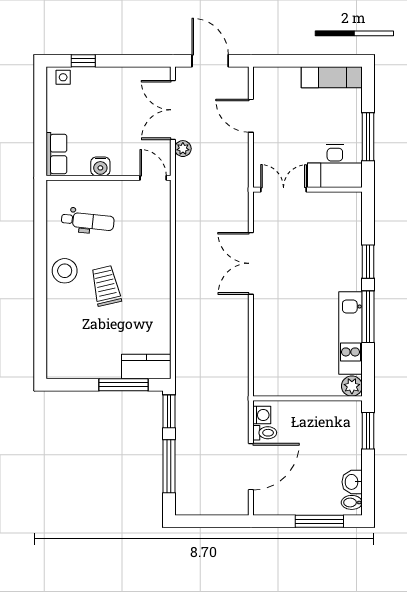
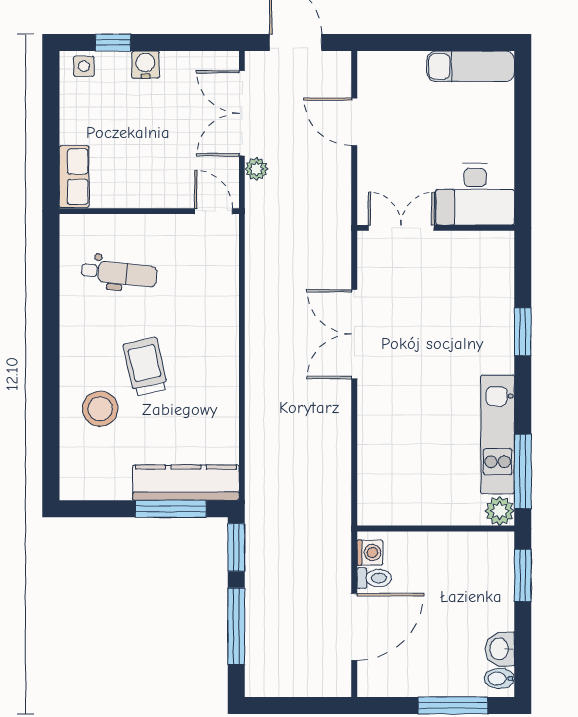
window: (368, 137) -> (523, 152), removed
water cooler: (100, 166) -> (146, 65), moved, turned 180
stool: (65, 271) -> (100, 409), moved
window: (368, 317) -> (523, 471), moved
kitchen counter: (146, 366) -> (186, 483), width x1.50

